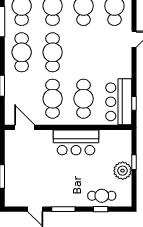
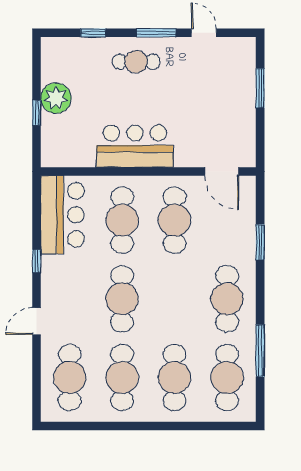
cafe table: (53, 52) -> (122, 299), moved
window: (134, 103) -> (37, 261), moved
cafe table: (102, 196) -> (136, 62), moved

